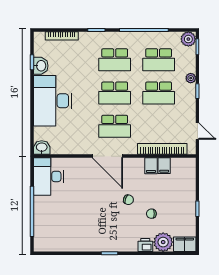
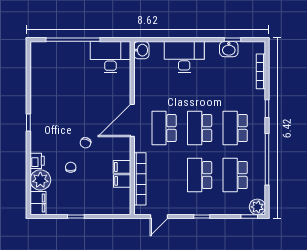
plant: (191, 78) -> (216, 209), removed
desk: (53, 101) -> (184, 57), width x0.73, depth x0.77

